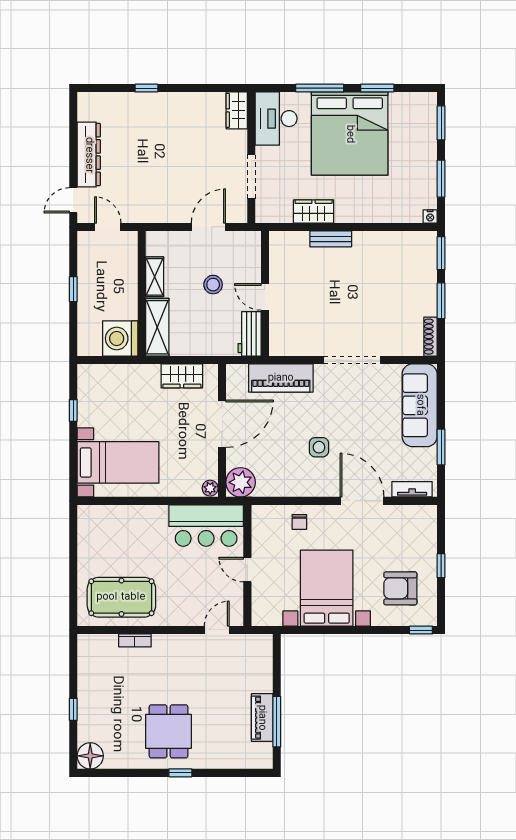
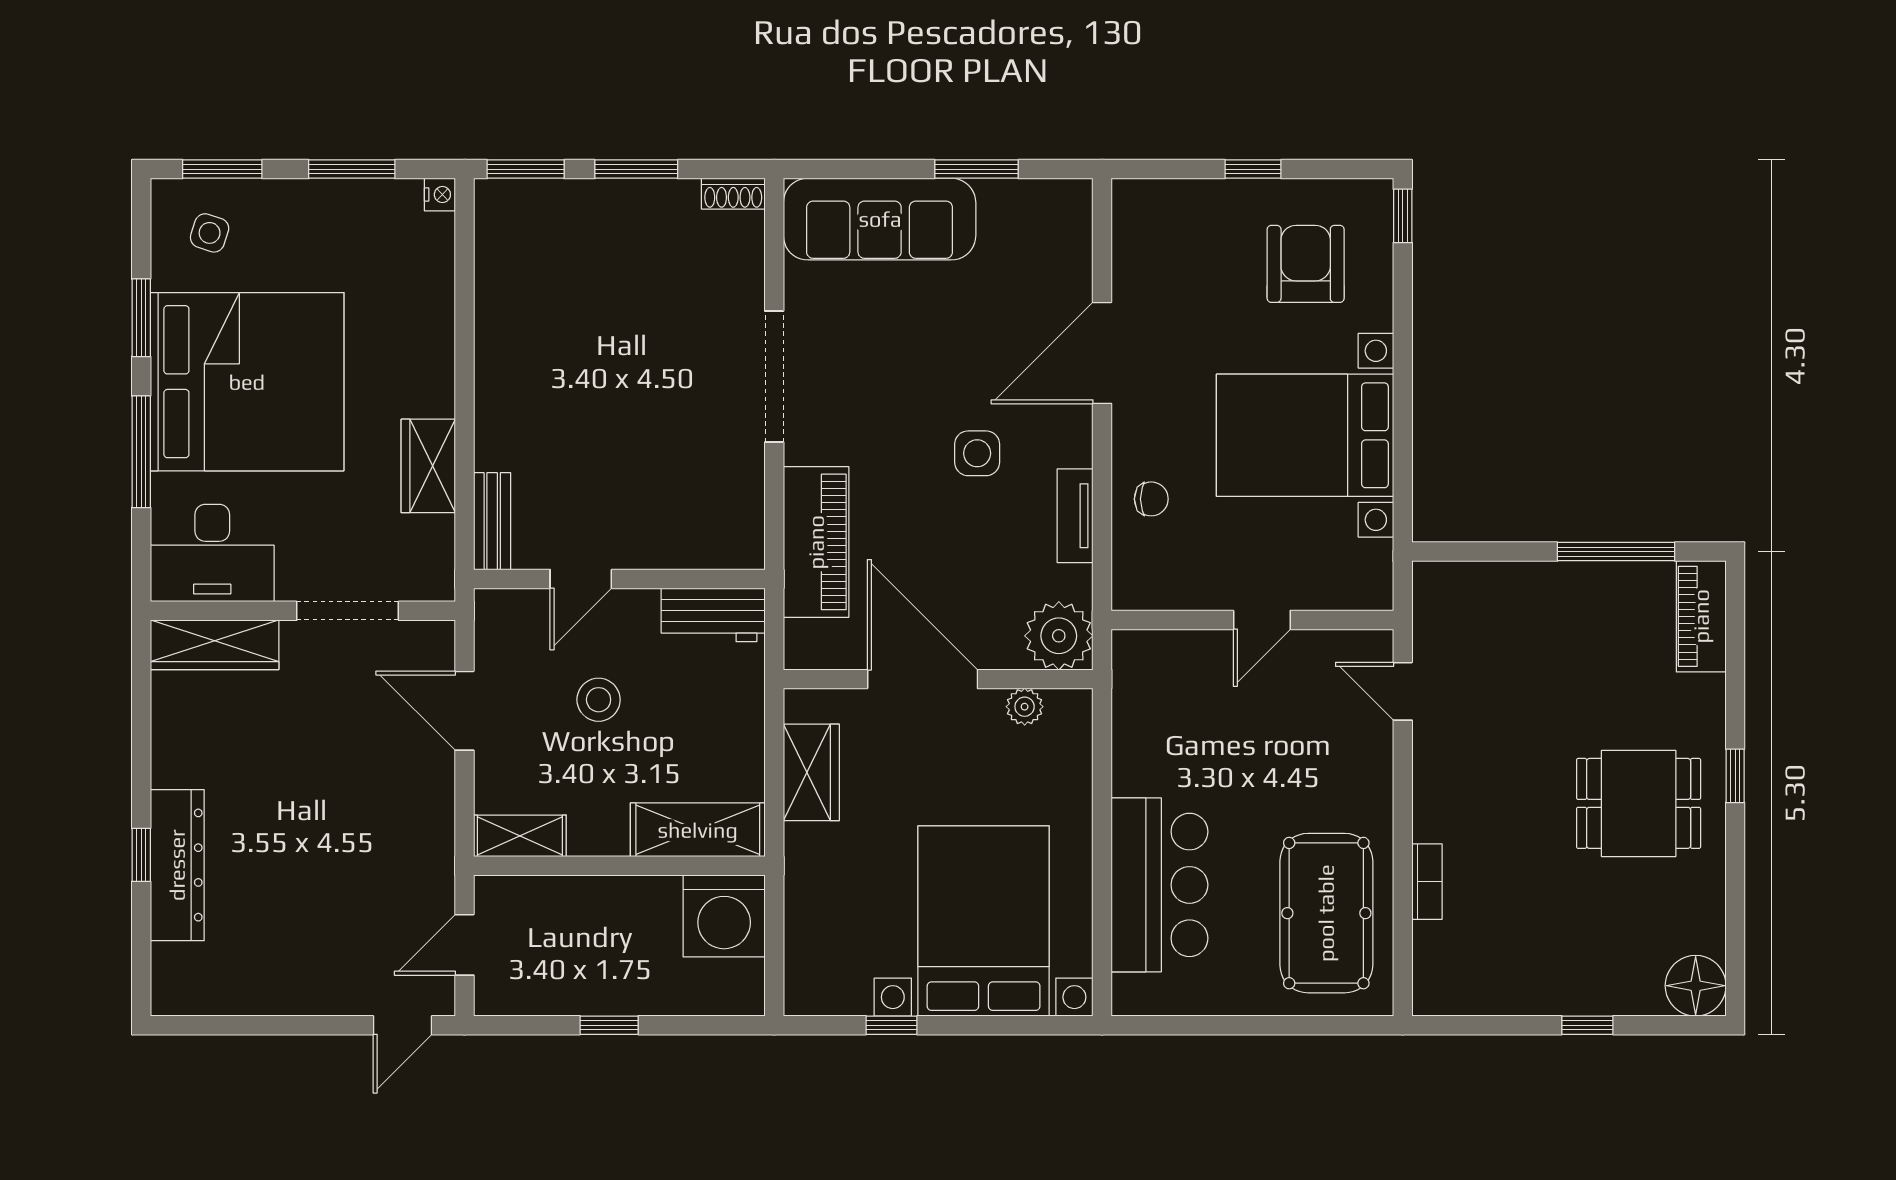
wardrobe: (237, 110) -> (215, 645), width x1.50
side table: (414, 117) -> (210, 233), added
dresser: (89, 155) -> (177, 865), moved, turned 90
door: (73, 200) -> (402, 1025), hinge flipped
bench: (331, 239) -> (492, 521), moved
shelving: (155, 277) -> (520, 836), moved
door: (265, 297) -> (581, 579), moved
shoe rack: (431, 337) -> (733, 194), width x0.70
bed with nightstands: (118, 462) -> (984, 921), width x1.36
plant: (210, 488) -> (1025, 707), moved
tv unit: (412, 489) -> (1075, 516), moved
bar counter: (206, 526) -> (1160, 885), moved
armchair: (400, 588) -> (1306, 264), turned 180
piano: (262, 718) -> (1701, 616), moved, turned 90

